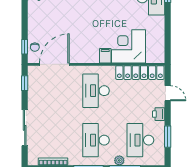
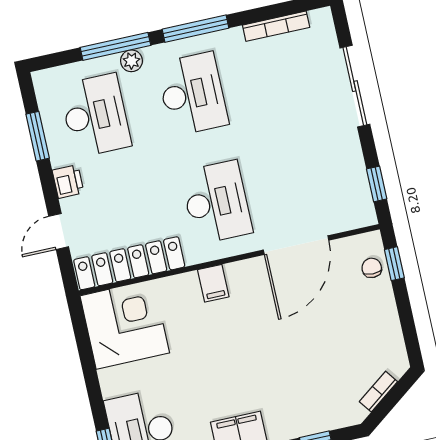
corner desk: (129, 46) -> (125, 324), moved, turned -90
door: (54, 64) -> (296, 245), moved
door: (168, 93) -> (59, 231), hinge flipped

